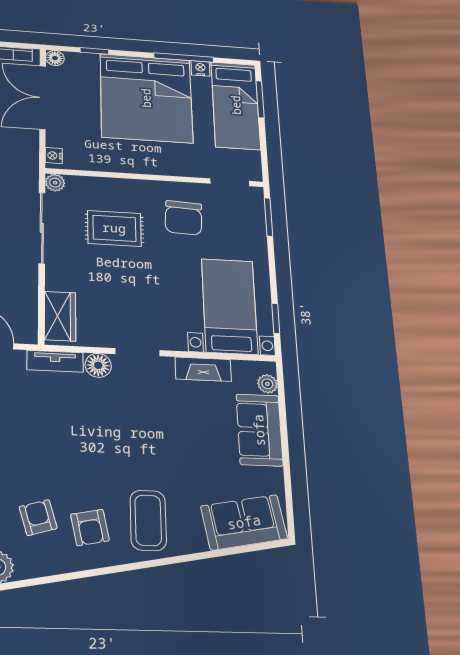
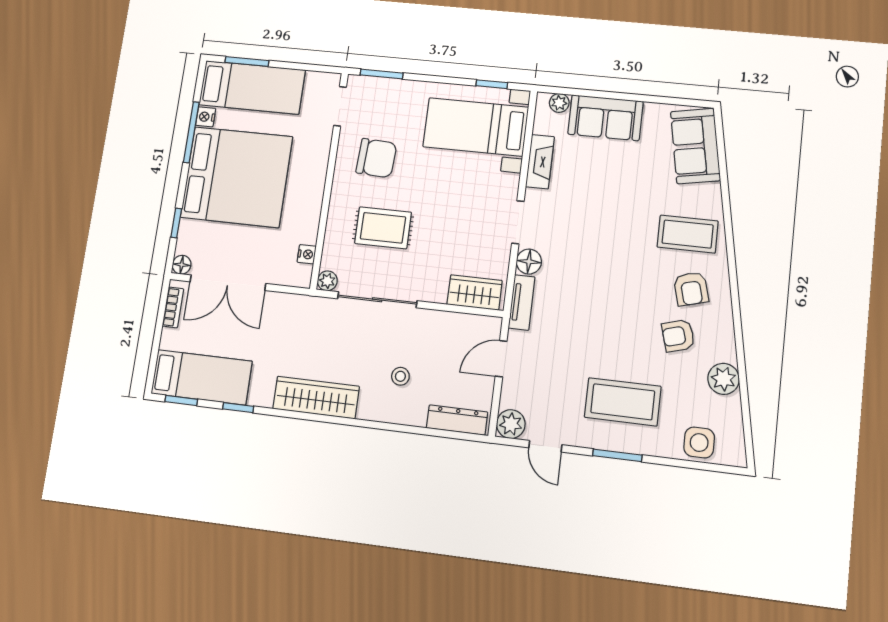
nightstand: (54, 156) -> (307, 254), moved, turned -90
rug: (114, 228) -> (383, 228), turned 90
armchair: (90, 528) -> (691, 289), turned 86

